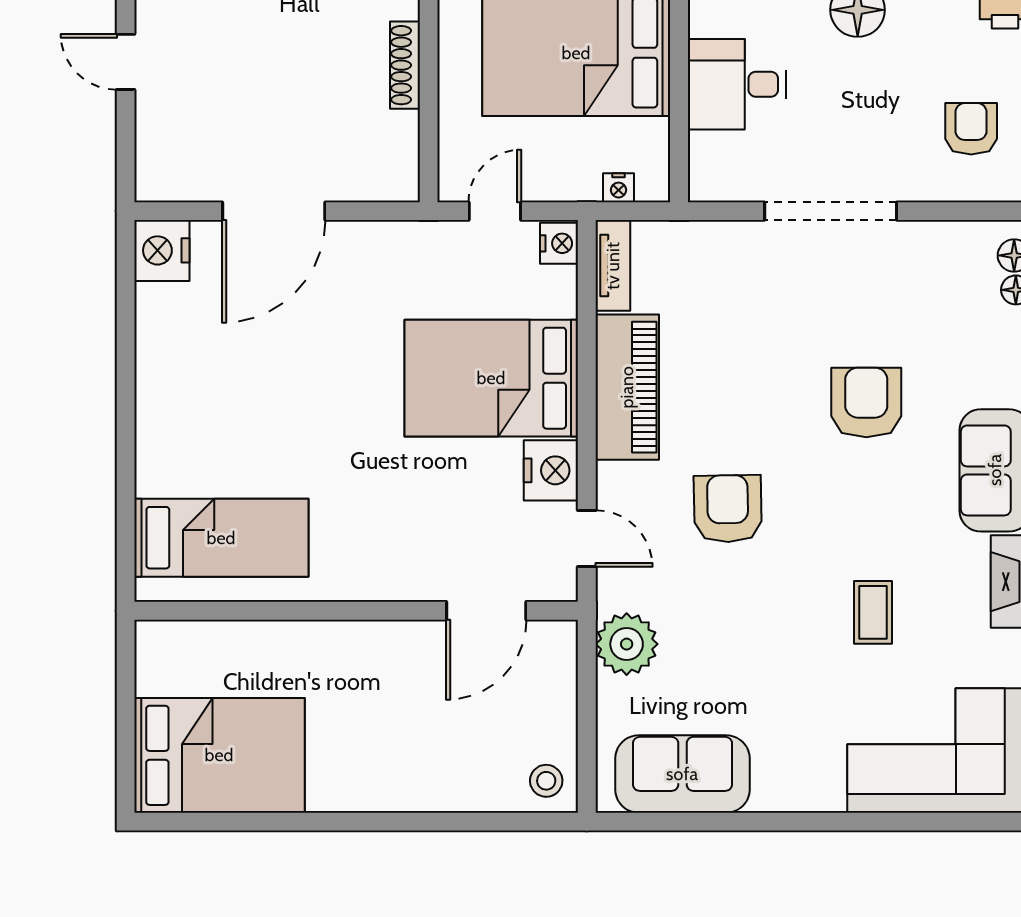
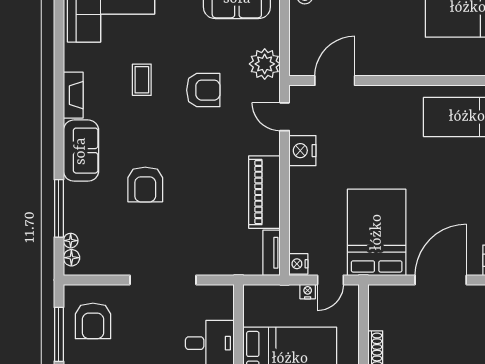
armchair: (971, 129) -> (93, 321), width x1.38, depth x1.38
nightstand: (619, 188) -> (308, 292), moved
bed: (491, 378) -> (377, 232), moved, turned -90
armchair: (728, 509) -> (203, 90), moved, turned -89

